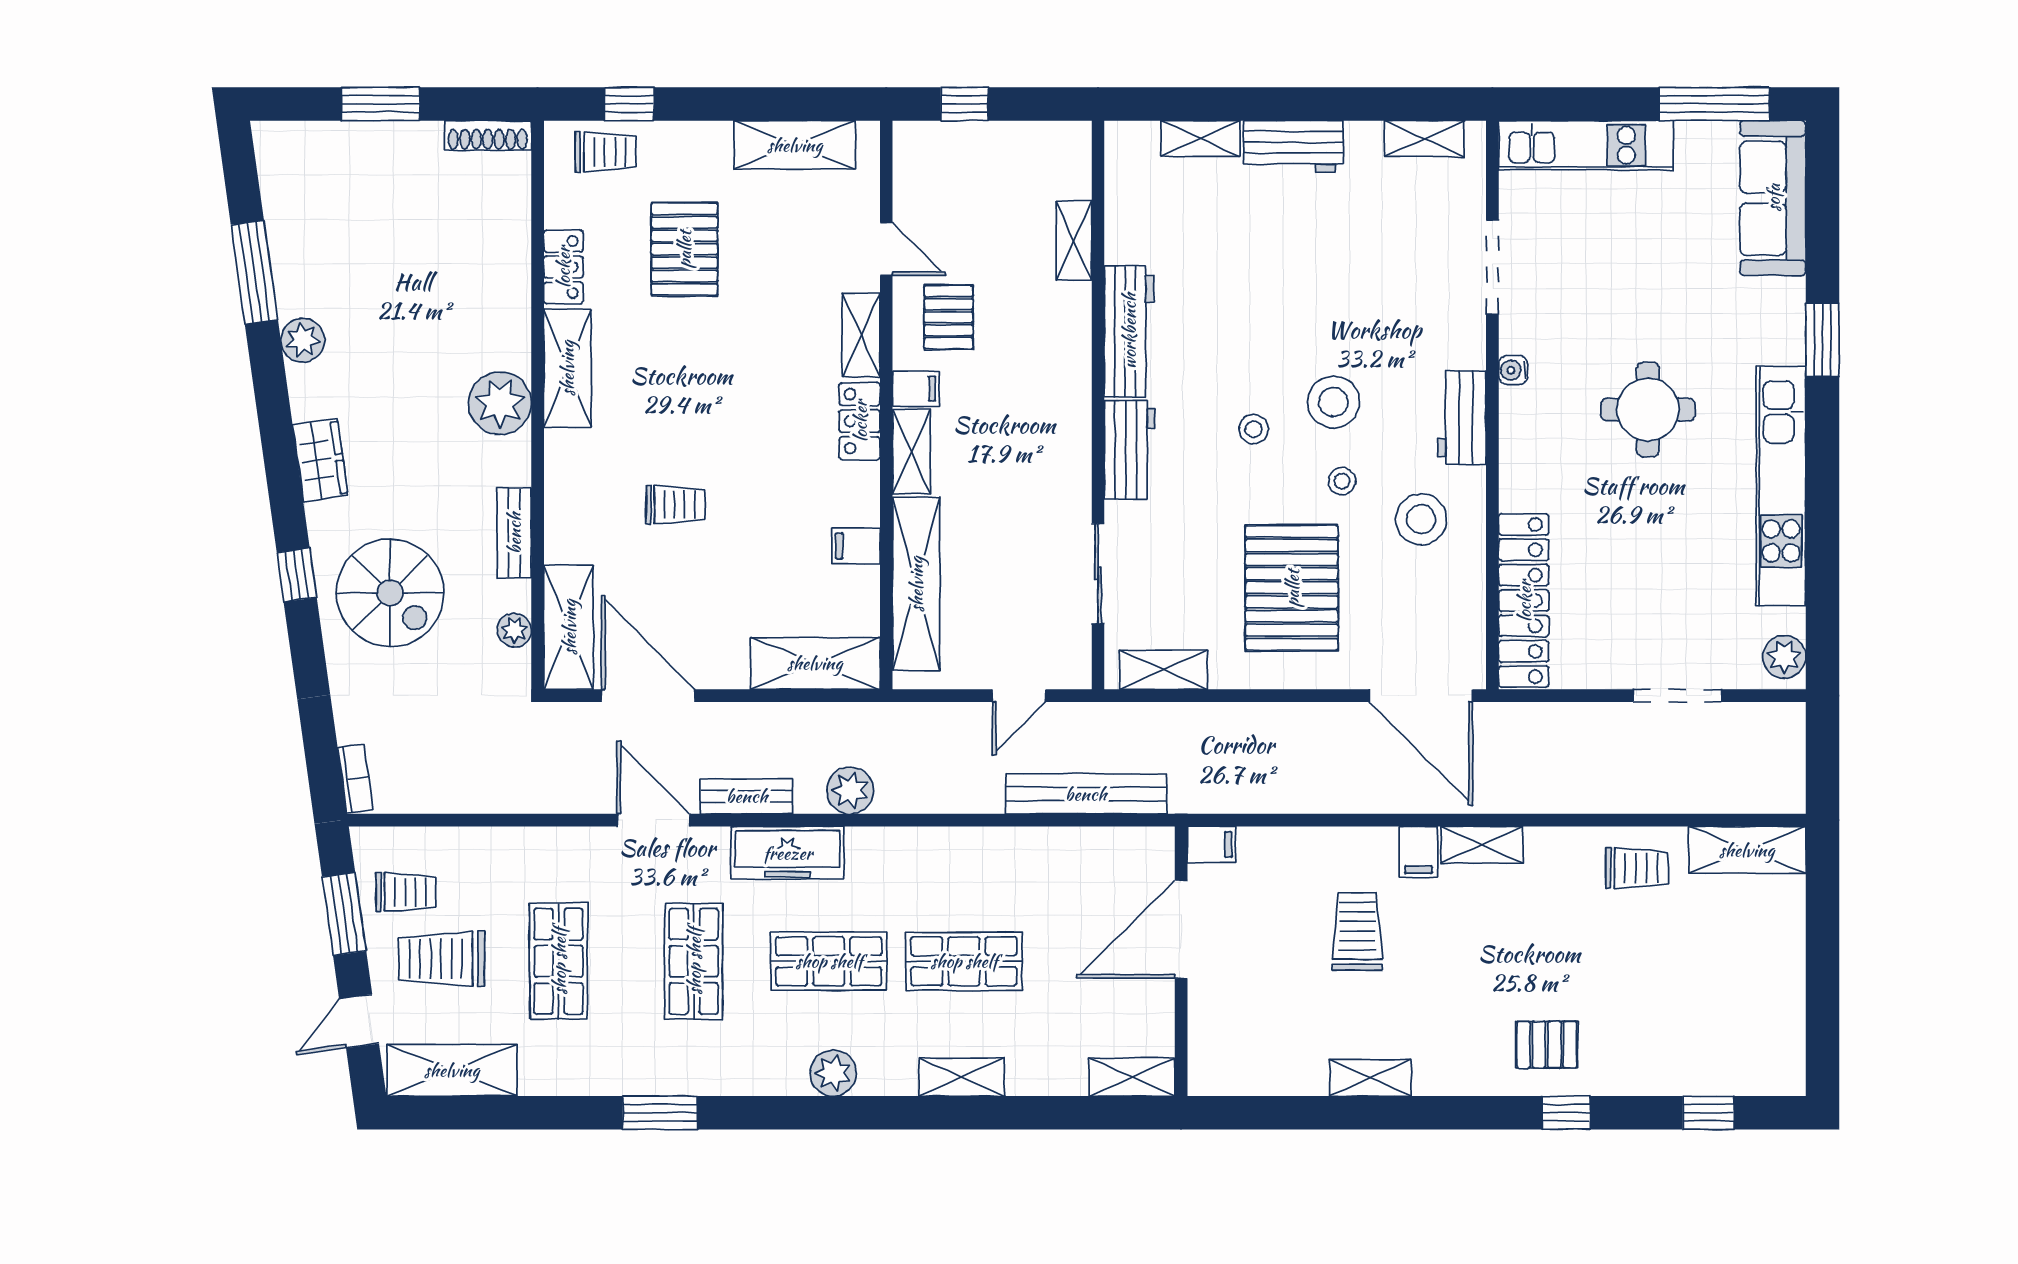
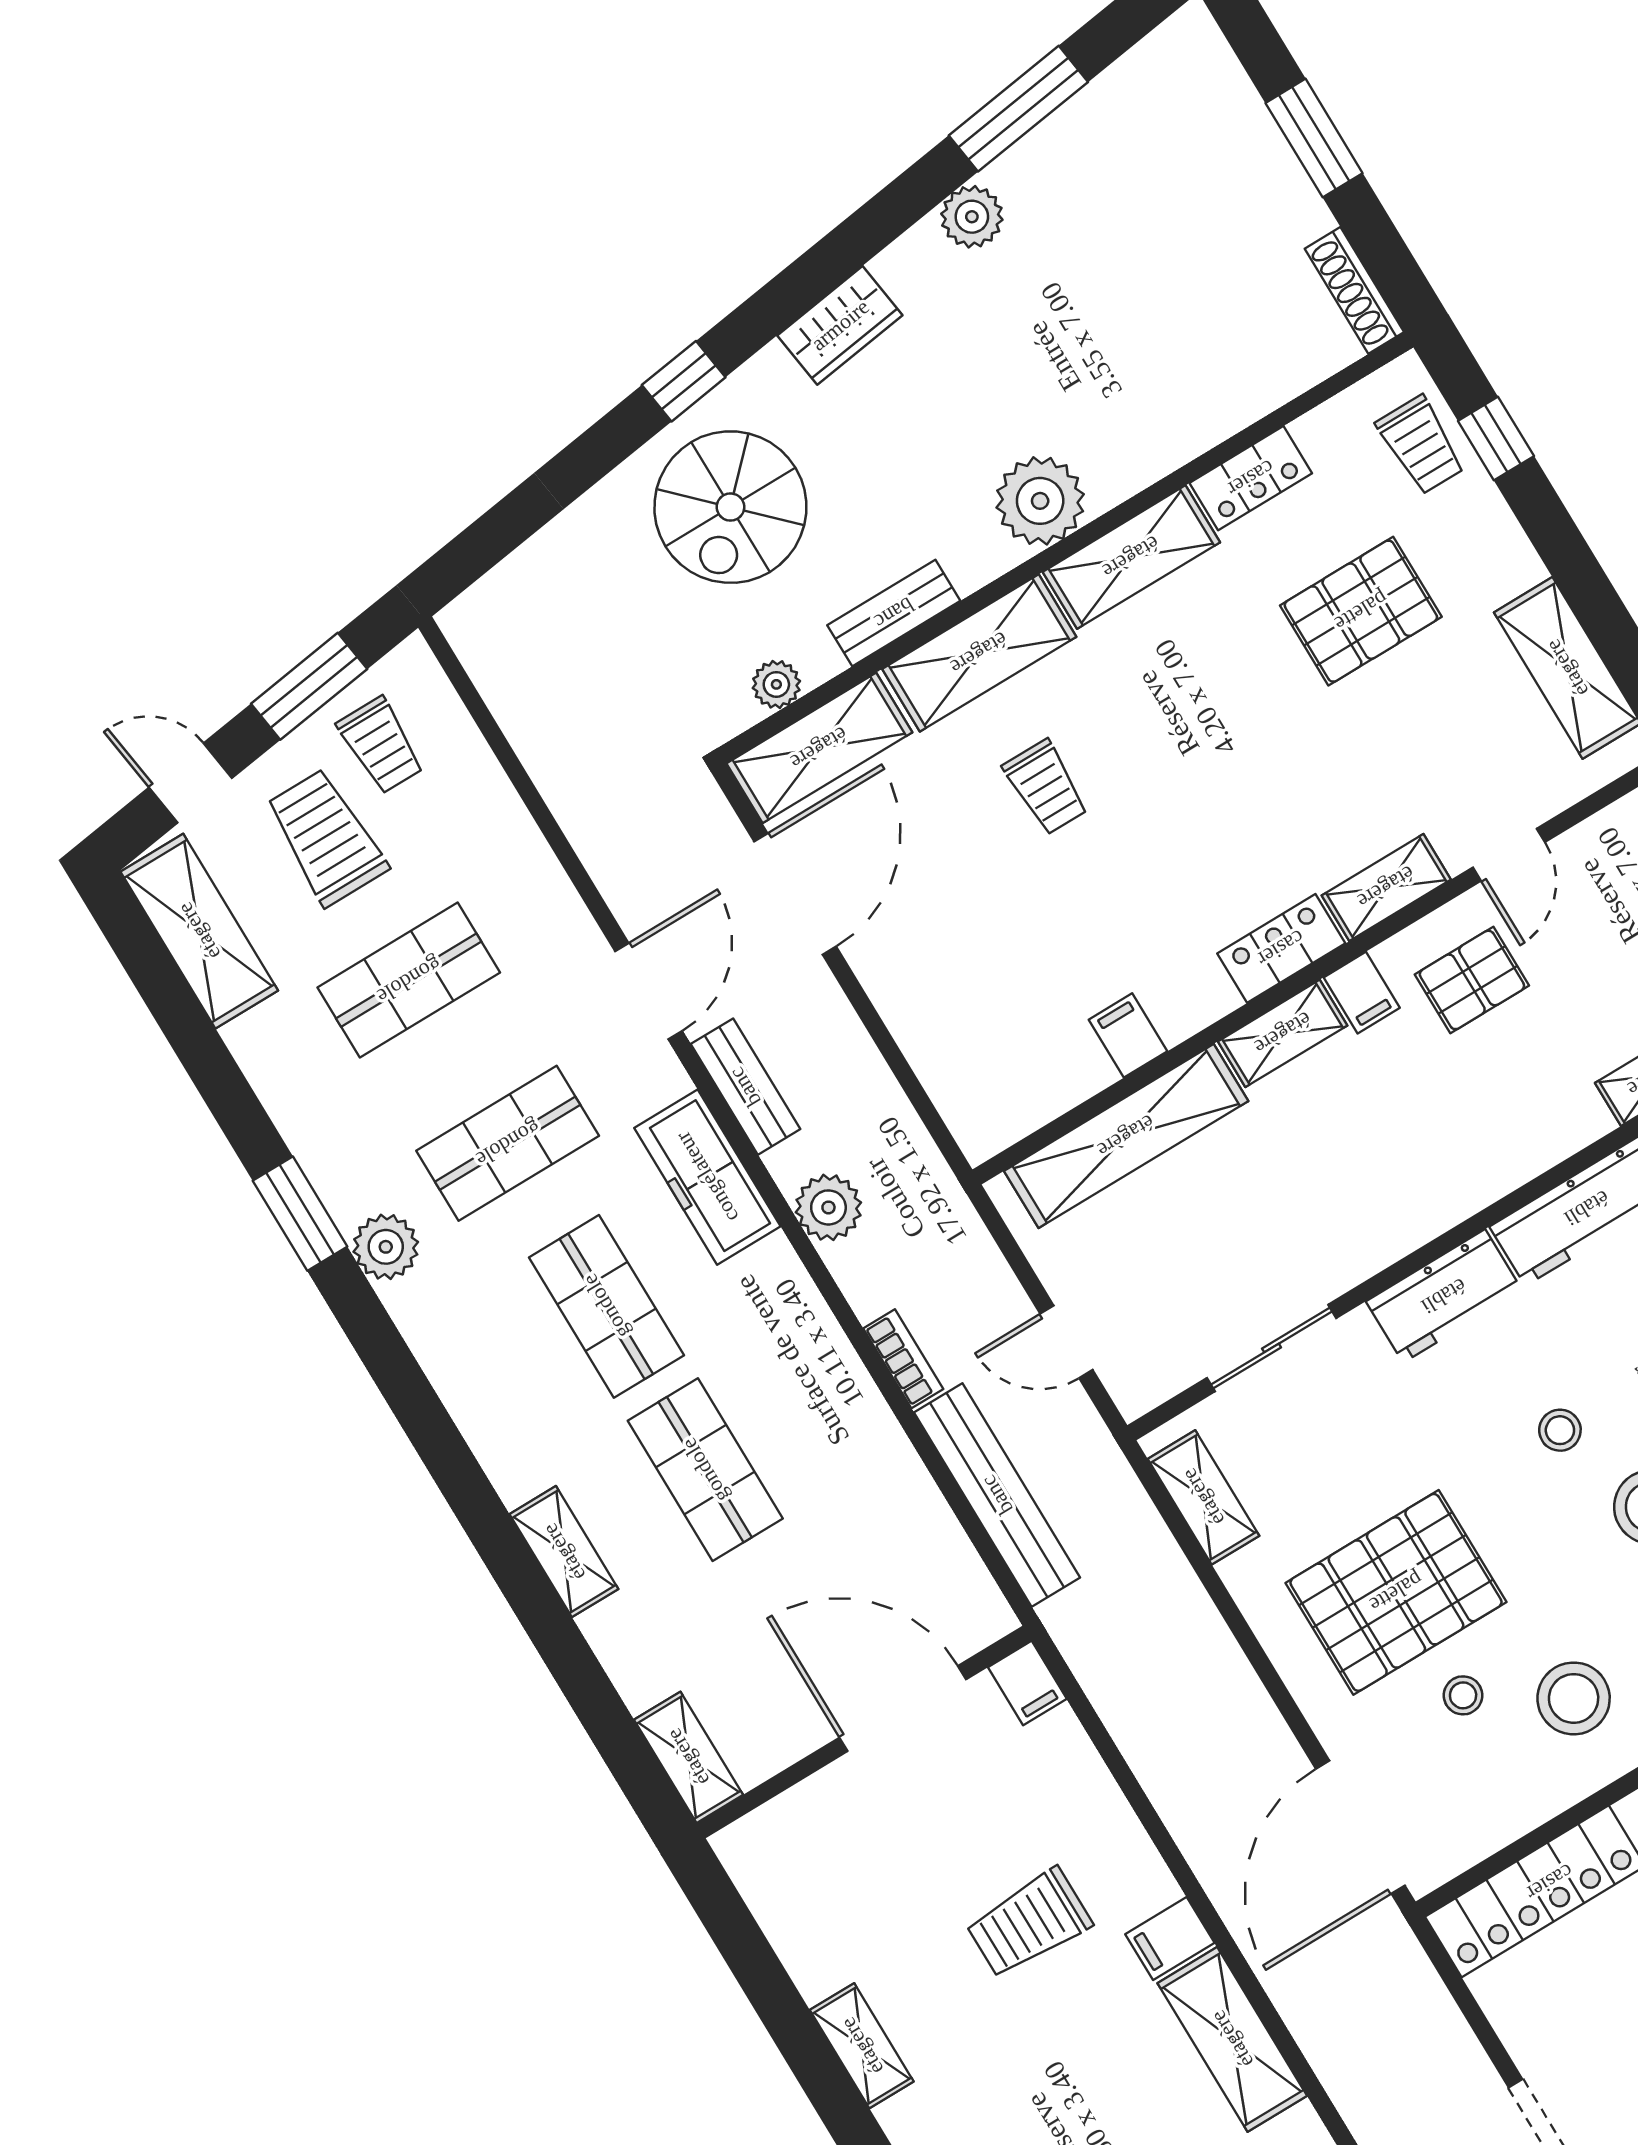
stool: (1342, 481) -> (1463, 1695), moved
shelving: (815, 663) -> (979, 653), moved, turned 90
bookcase: (355, 778) -> (903, 1359), moved, turned -82
shelving: (1482, 845) -> (1232, 2039), width x1.50, depth x1.33
trolley: (1357, 932) -> (1029, 1923), turned 180
plant: (833, 1073) -> (386, 1247), moved

